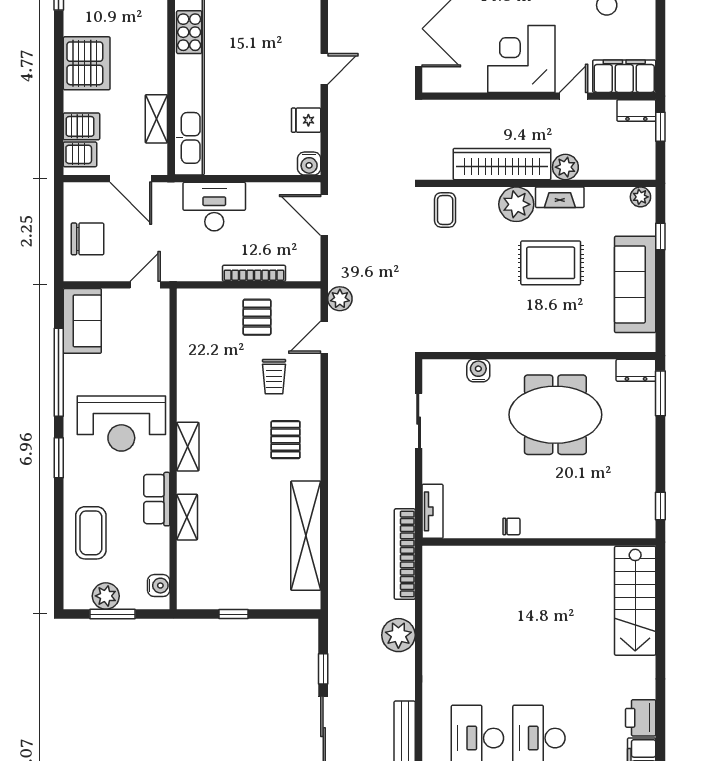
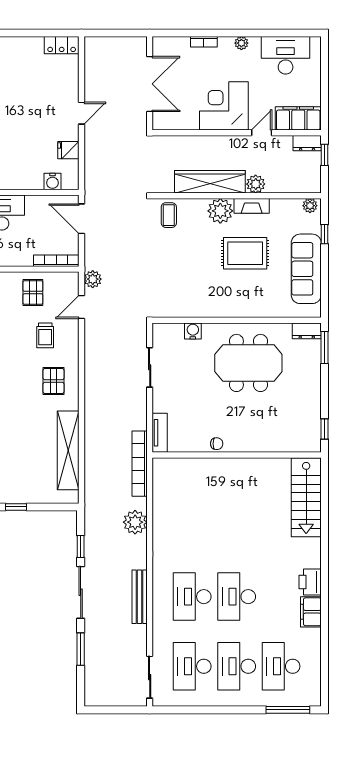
water cooler: (309, 164) -> (52, 181), moved
bookcase: (254, 273) -> (56, 261), moved

